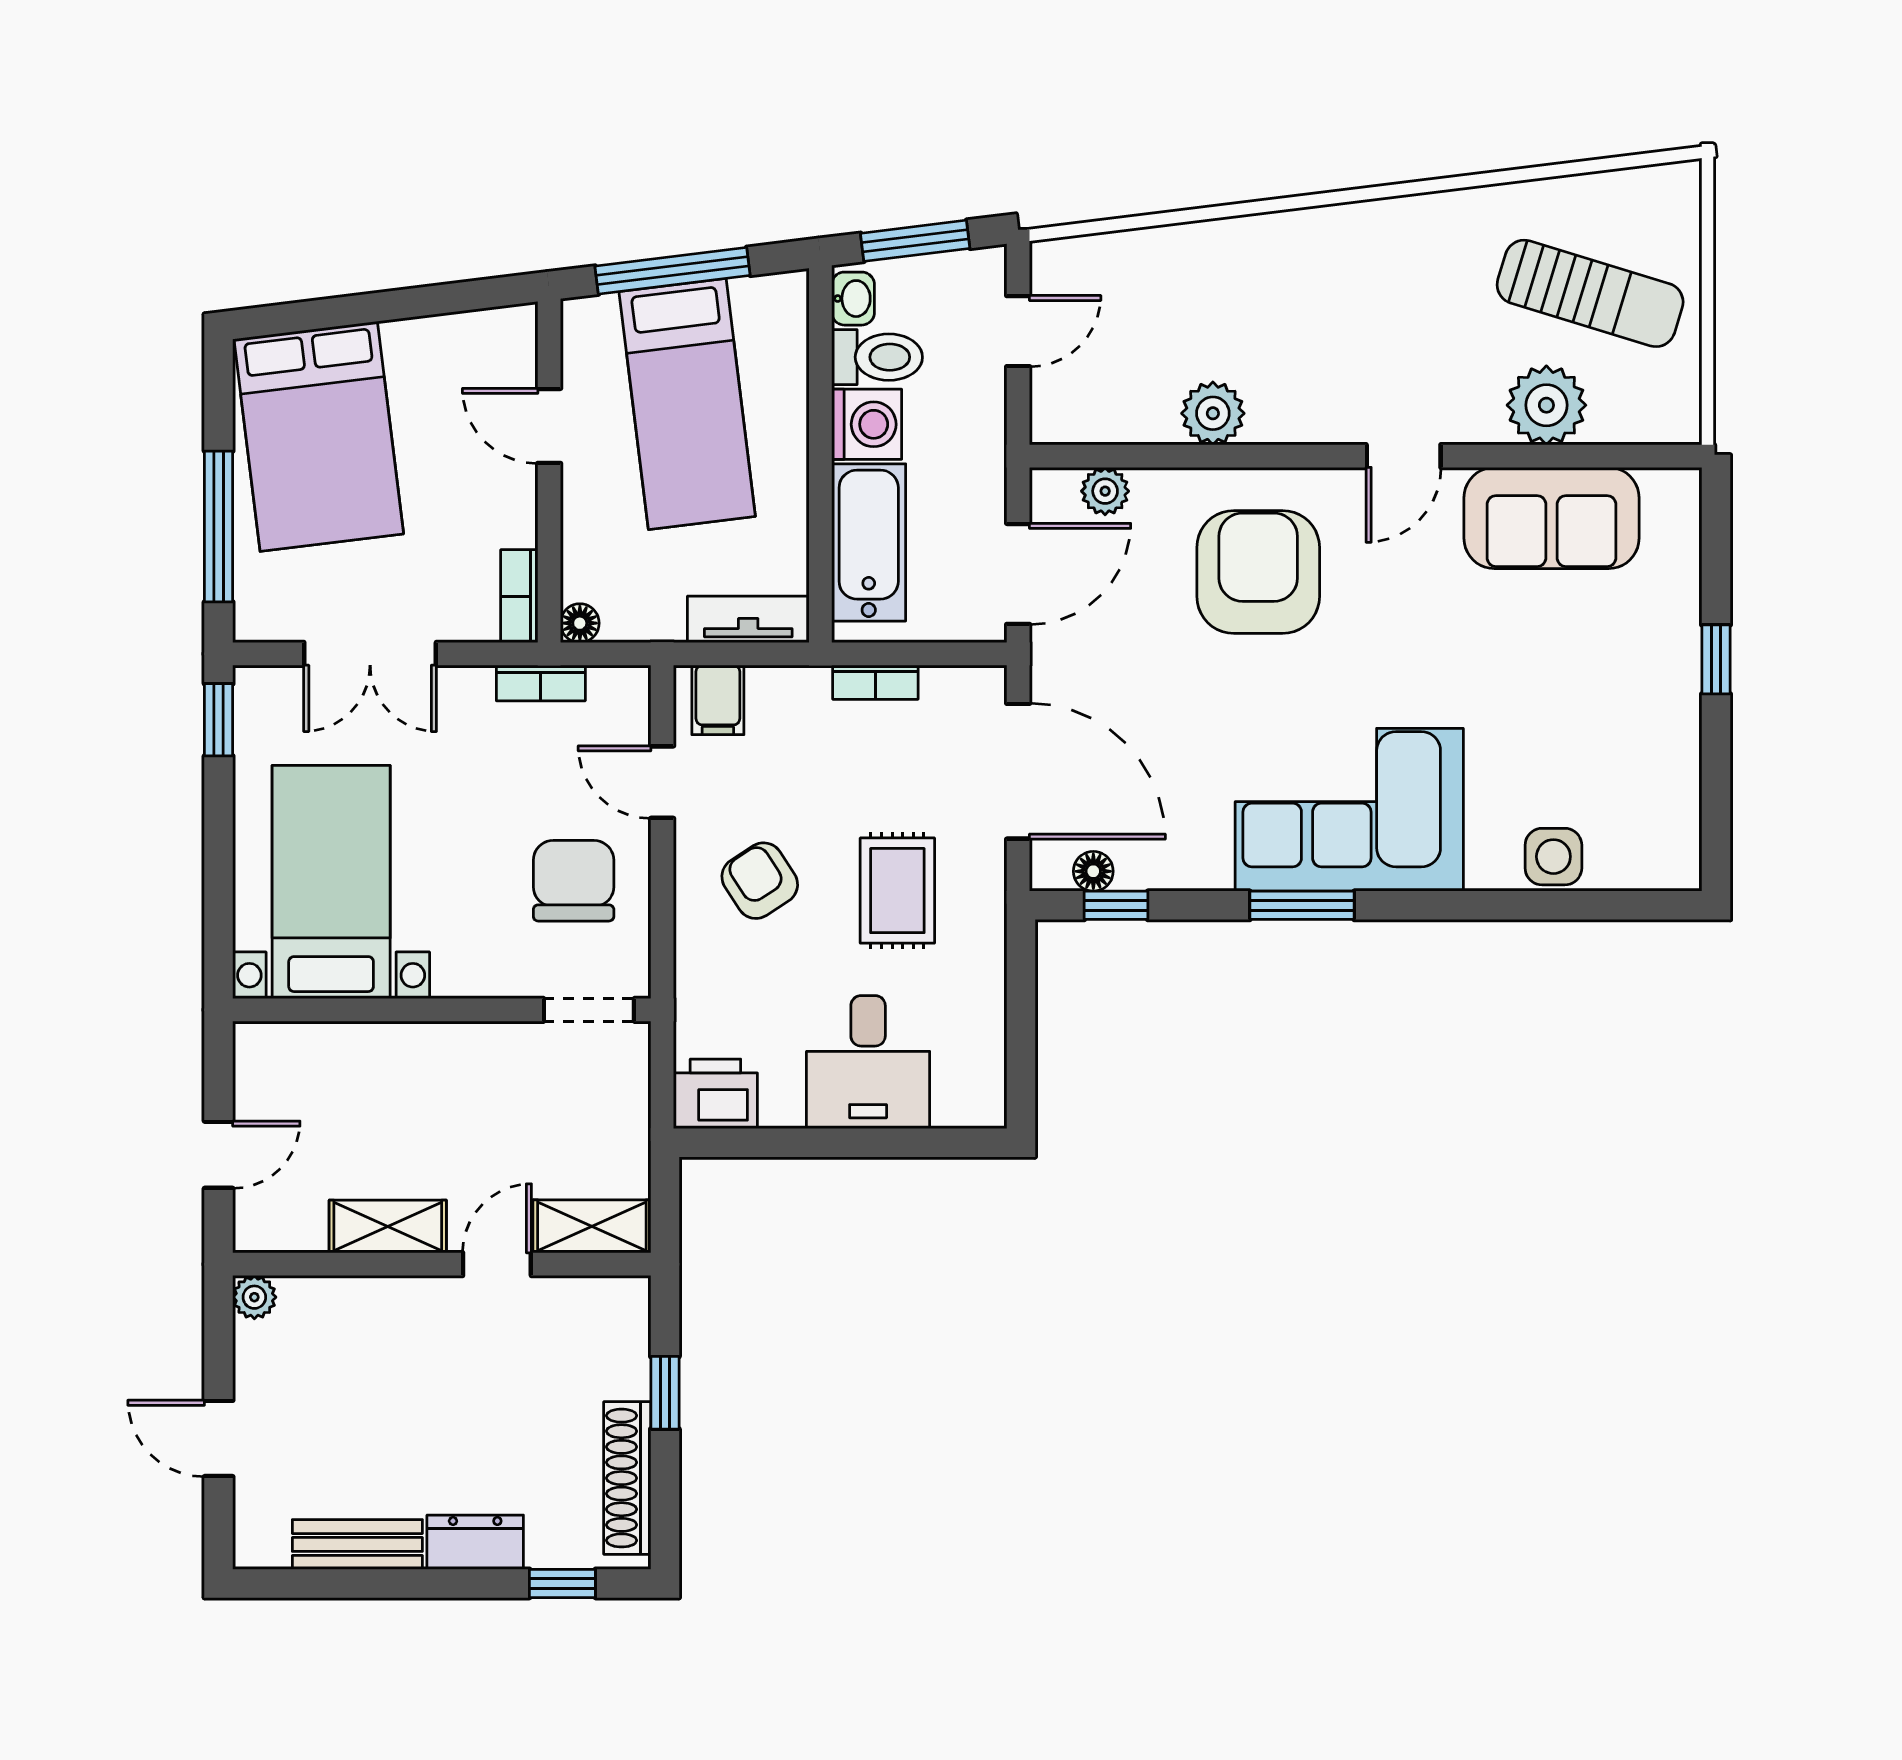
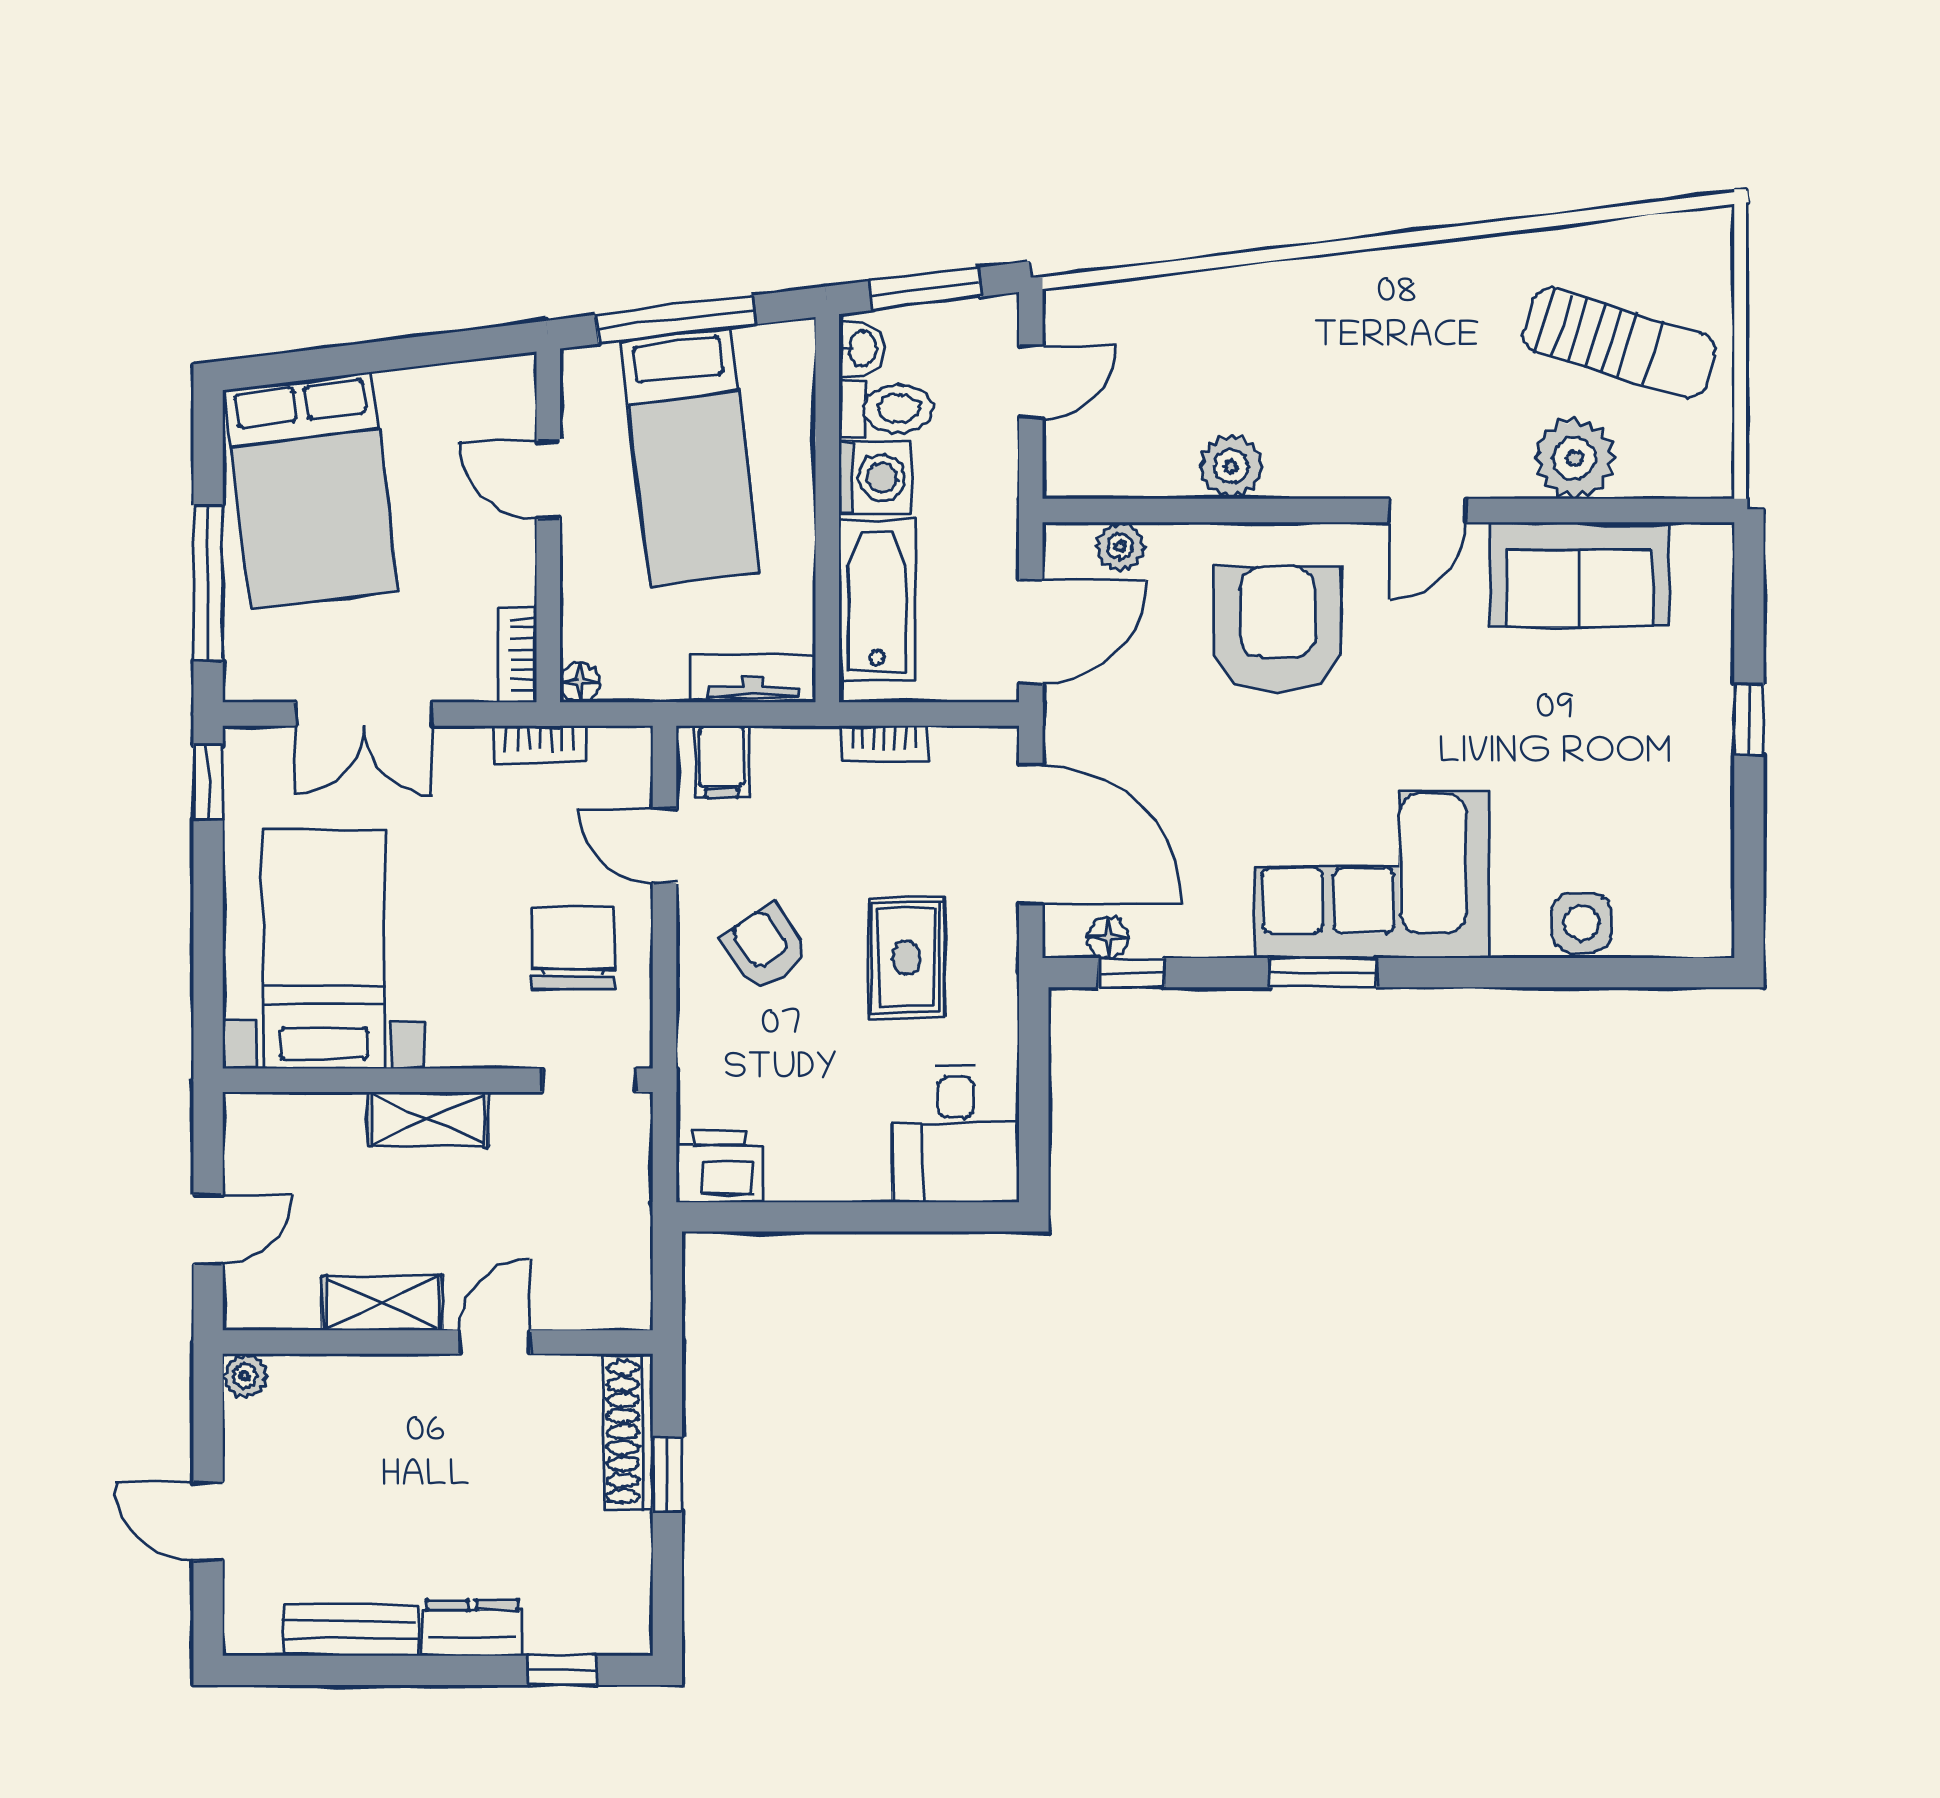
desk: (868, 1062) -> (956, 1134), moved
shelving: (592, 1226) -> (428, 1119), moved
shoe rack: (627, 1478) -> (629, 1432), moved

